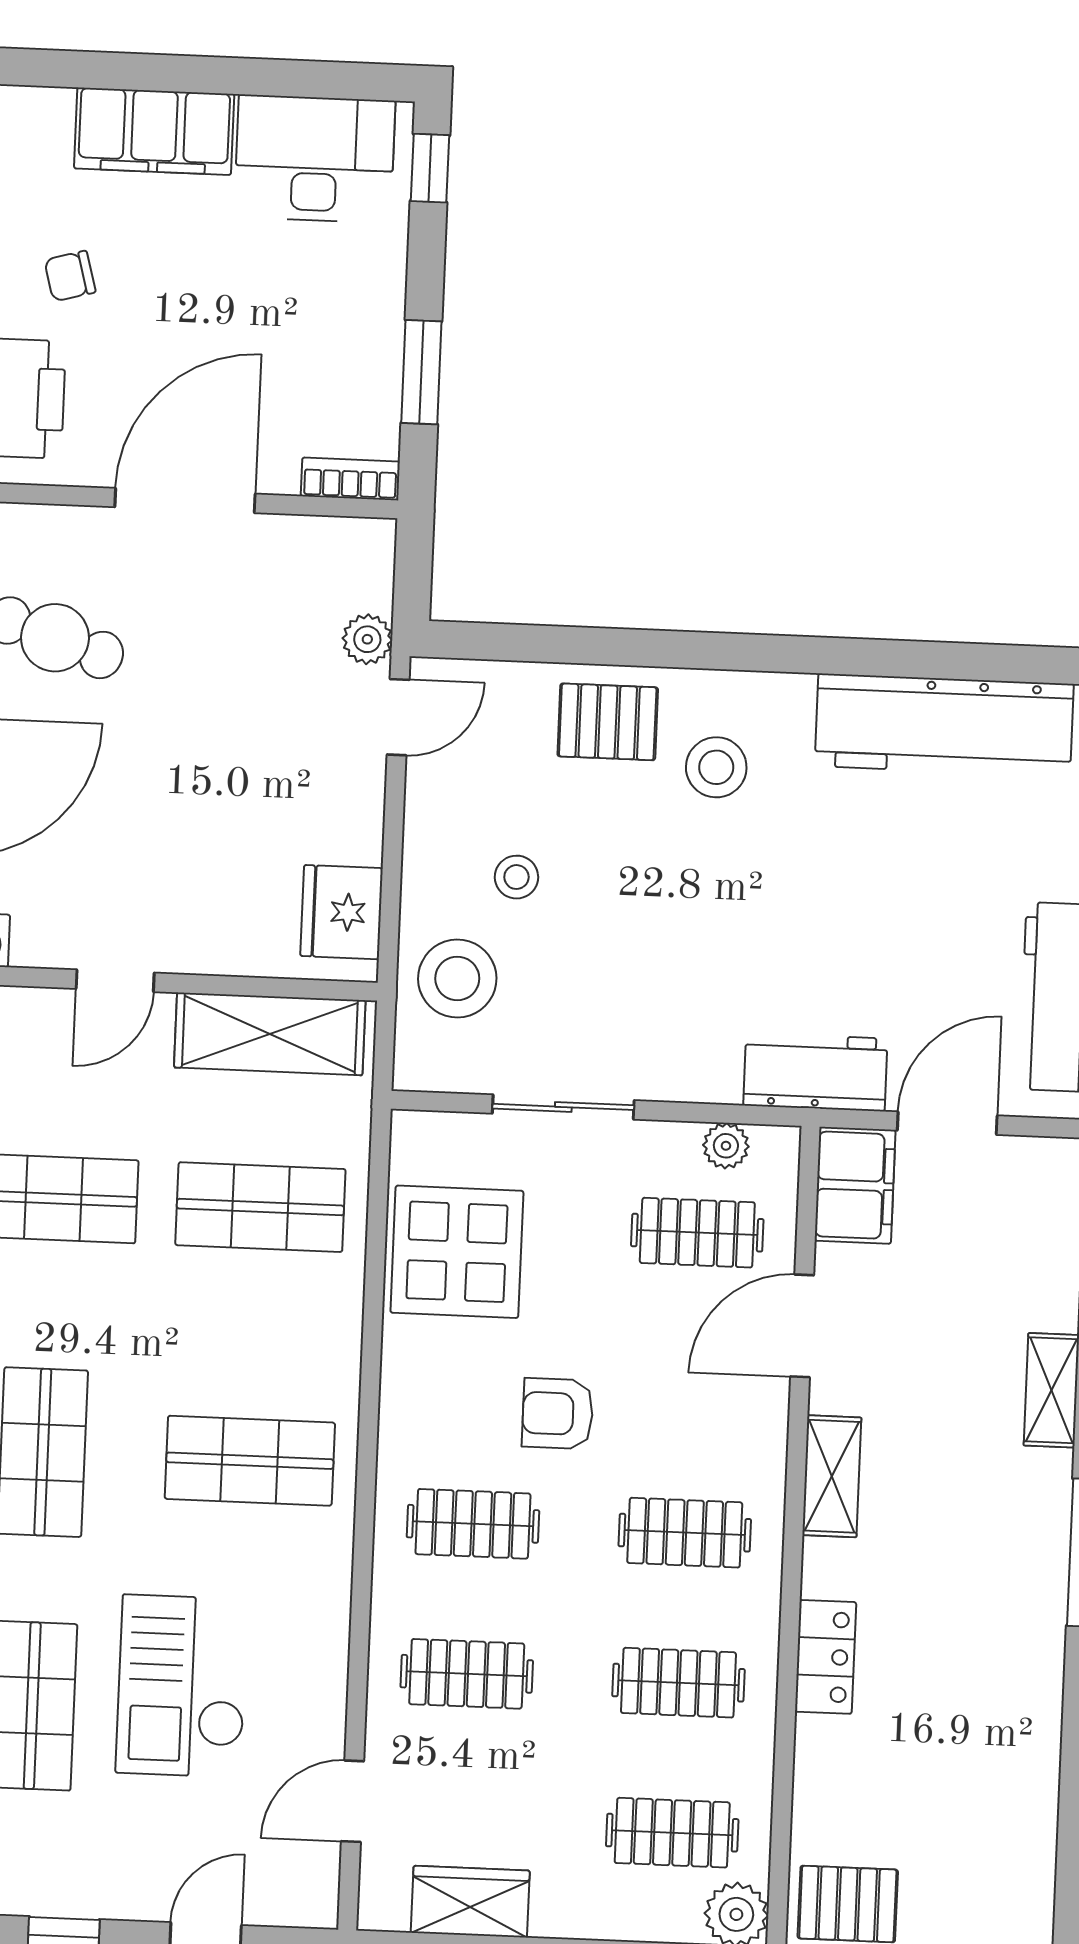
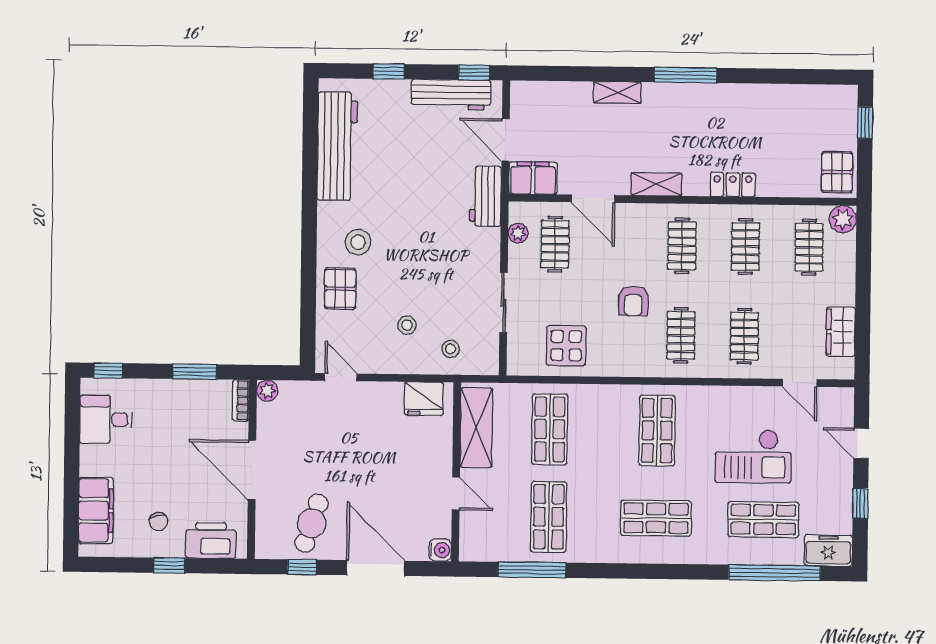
filing cabinet: (154, 131) -> (96, 510), moved
desk: (315, 159) -> (106, 419), width x0.73
plant: (367, 639) -> (267, 391), moved
stool: (457, 978) -> (451, 349), width x0.53, depth x0.53
display table: (457, 1252) -> (566, 346), width x0.73, depth x0.73

